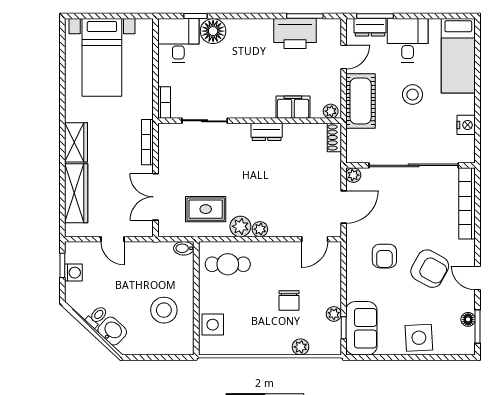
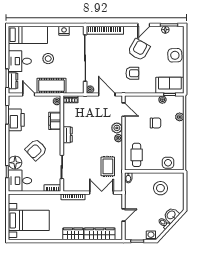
armchair: (238, 71) -> (36, 150), added
double door: (155, 197) -> (102, 193), swing flipped
plant: (240, 226) -> (117, 128), moved
washing machine: (73, 273) -> (151, 235), moved

